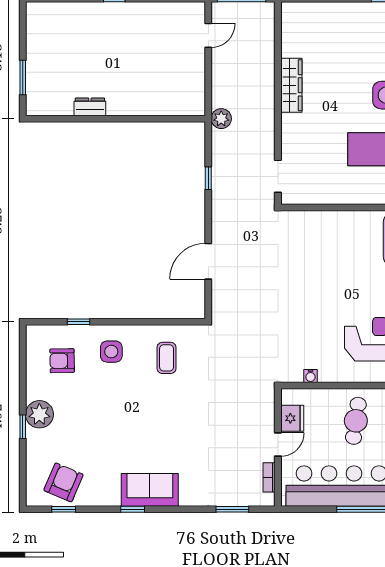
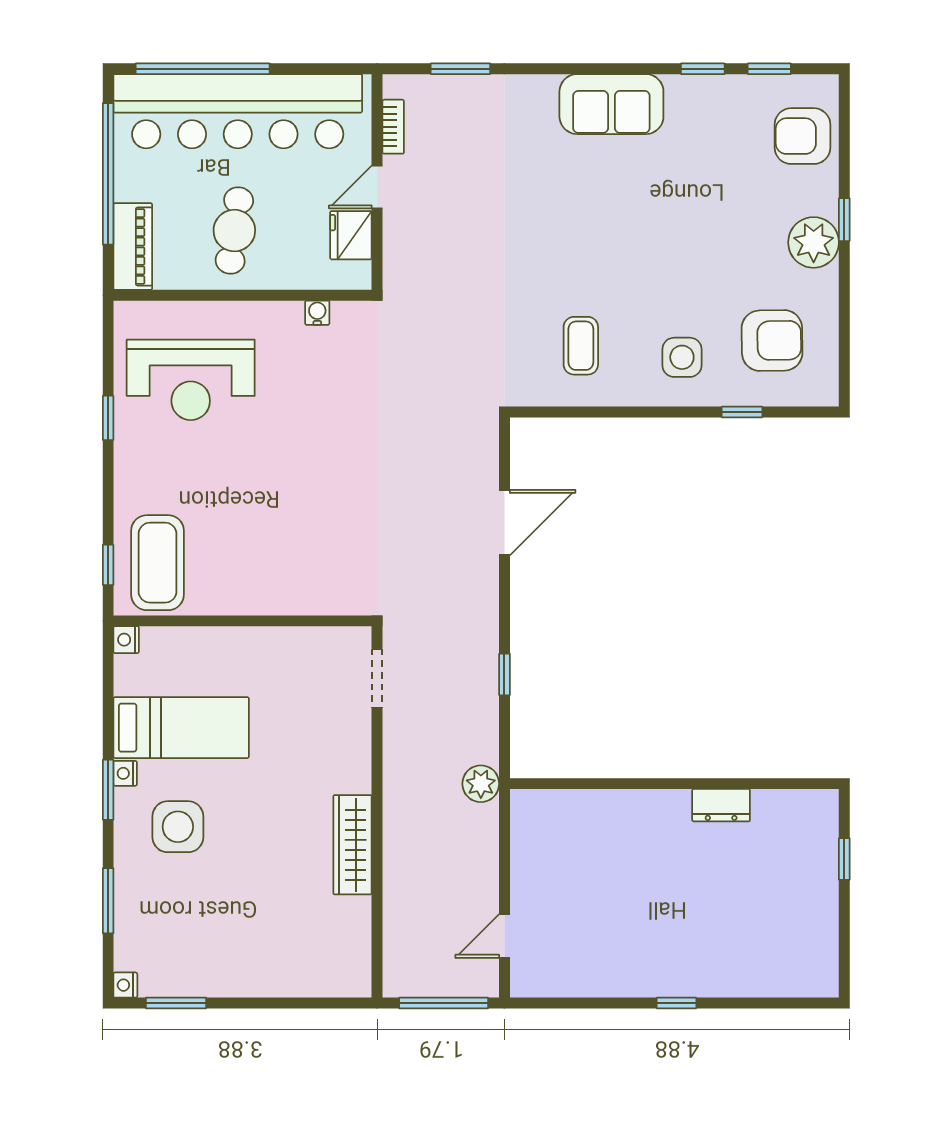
window: (23, 78) -> (844, 859), width x0.67
armchair: (62, 361) -> (772, 341), width x1.38, depth x1.38
armchair: (64, 482) -> (802, 136), moved, turned 67
window: (133, 509) -> (703, 69), moved

